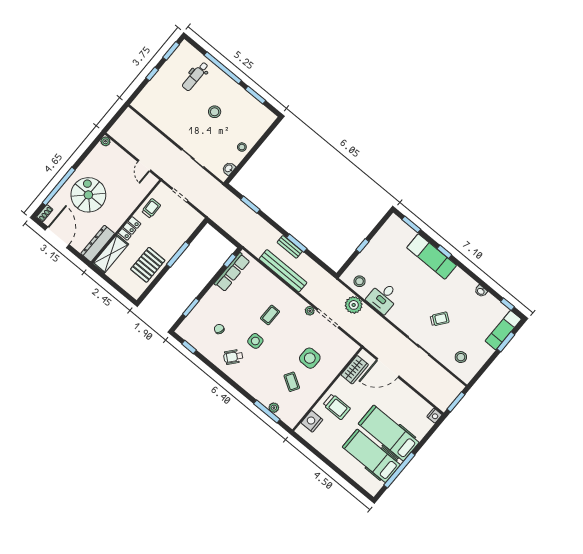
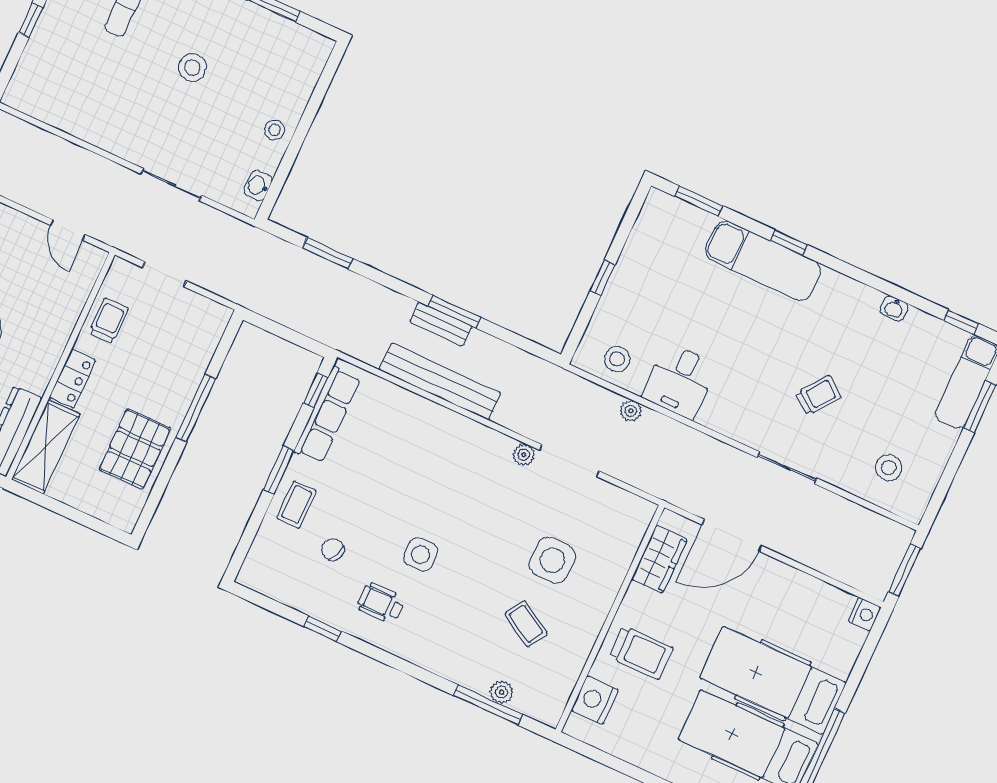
plant: (354, 305) -> (631, 411), width x0.53, depth x0.53
window: (191, 307) -> (279, 470), moved
coffee table: (270, 315) -> (297, 505), moved
window: (189, 347) -> (323, 629), moved
wheelchair: (233, 357) -> (381, 603), turned 50

